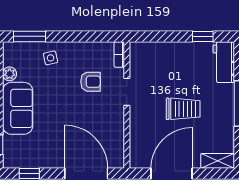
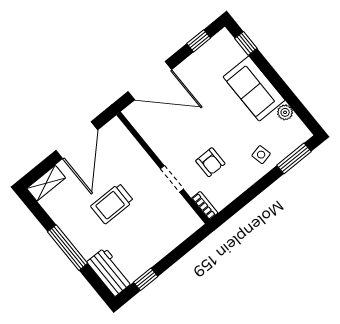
armchair: (91, 82) -> (210, 162), turned -90

